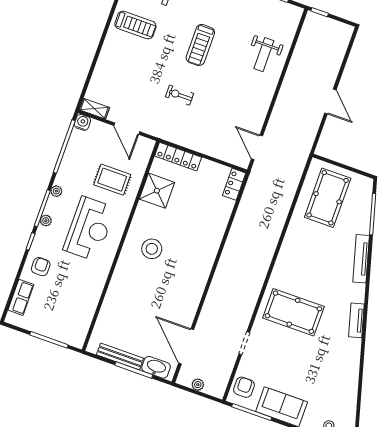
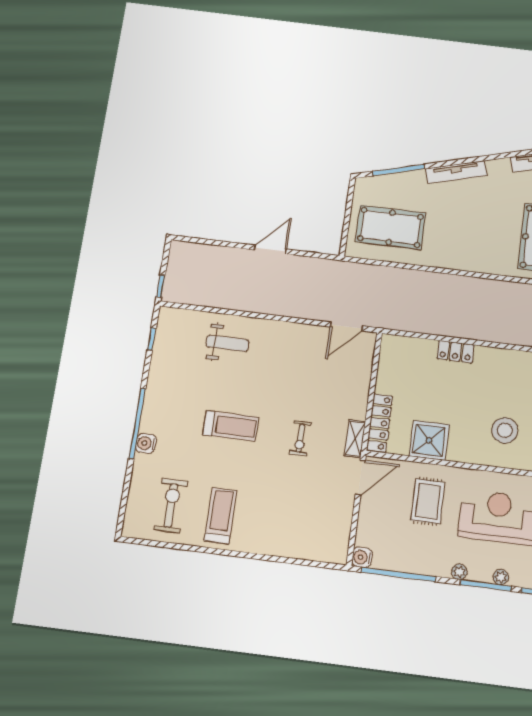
shelving: (94, 109) -> (355, 439), moved
door: (127, 129) -> (360, 477), moved
locker: (234, 184) -> (456, 352), moved

